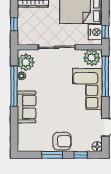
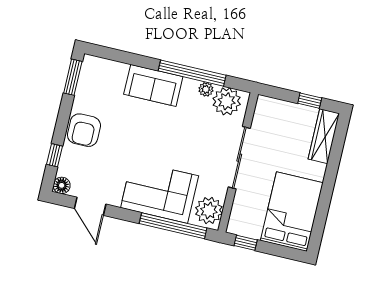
window: (14, 24) -> (310, 101), moved
nightstand: (95, 32) -> (249, 226), removed
window: (52, 155) -> (73, 77), moved

